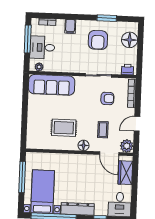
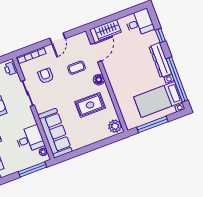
window: (28, 39) -> (32, 169), moved
desk: (42, 47) -> (30, 139), moved, turned -90
door: (137, 124) -> (58, 38), hinge flipped
rug: (64, 128) -> (90, 105), turned 90
plant: (127, 146) -> (115, 126), moved

